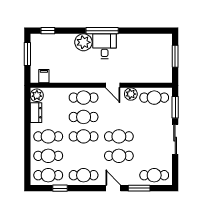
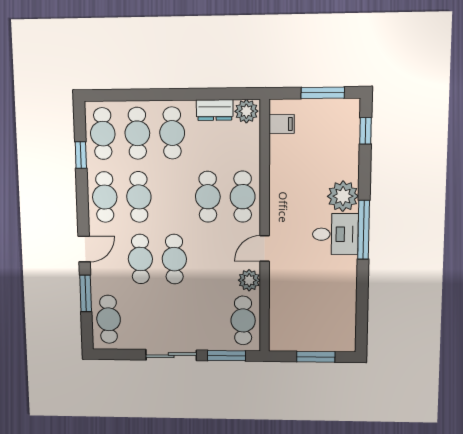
cafe table: (84, 136) -> (139, 197), moved

